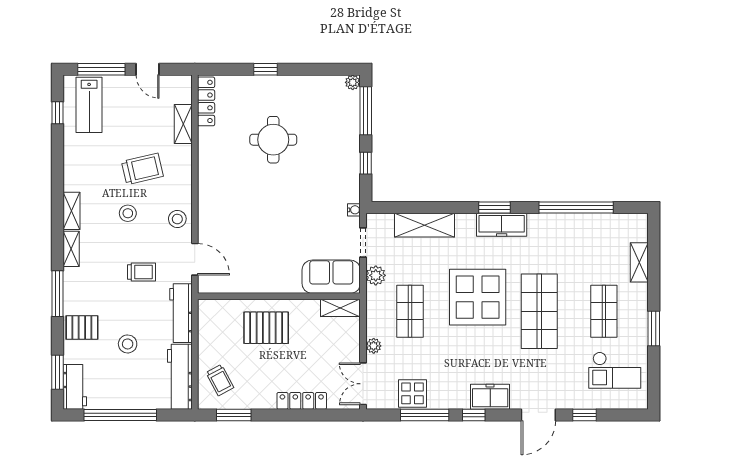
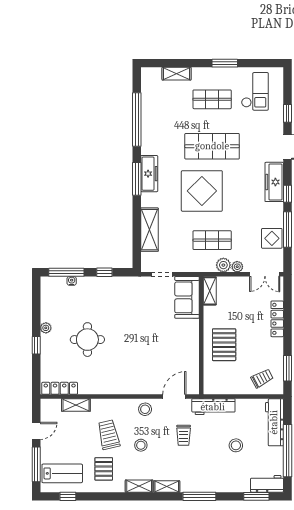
plant: (353, 82) -> (46, 328), moved
window: (494, 208) -> (137, 179), width x1.44
water cooler: (354, 210) -> (72, 281), moved
trolley: (142, 272) -> (184, 435), turned 180
plant: (376, 275) -> (223, 265), moved
pallet: (82, 327) -> (104, 469), moved
workbench: (180, 377) -> (274, 422), moved, turned 90
freezer: (490, 397) -> (274, 182), width x1.40

